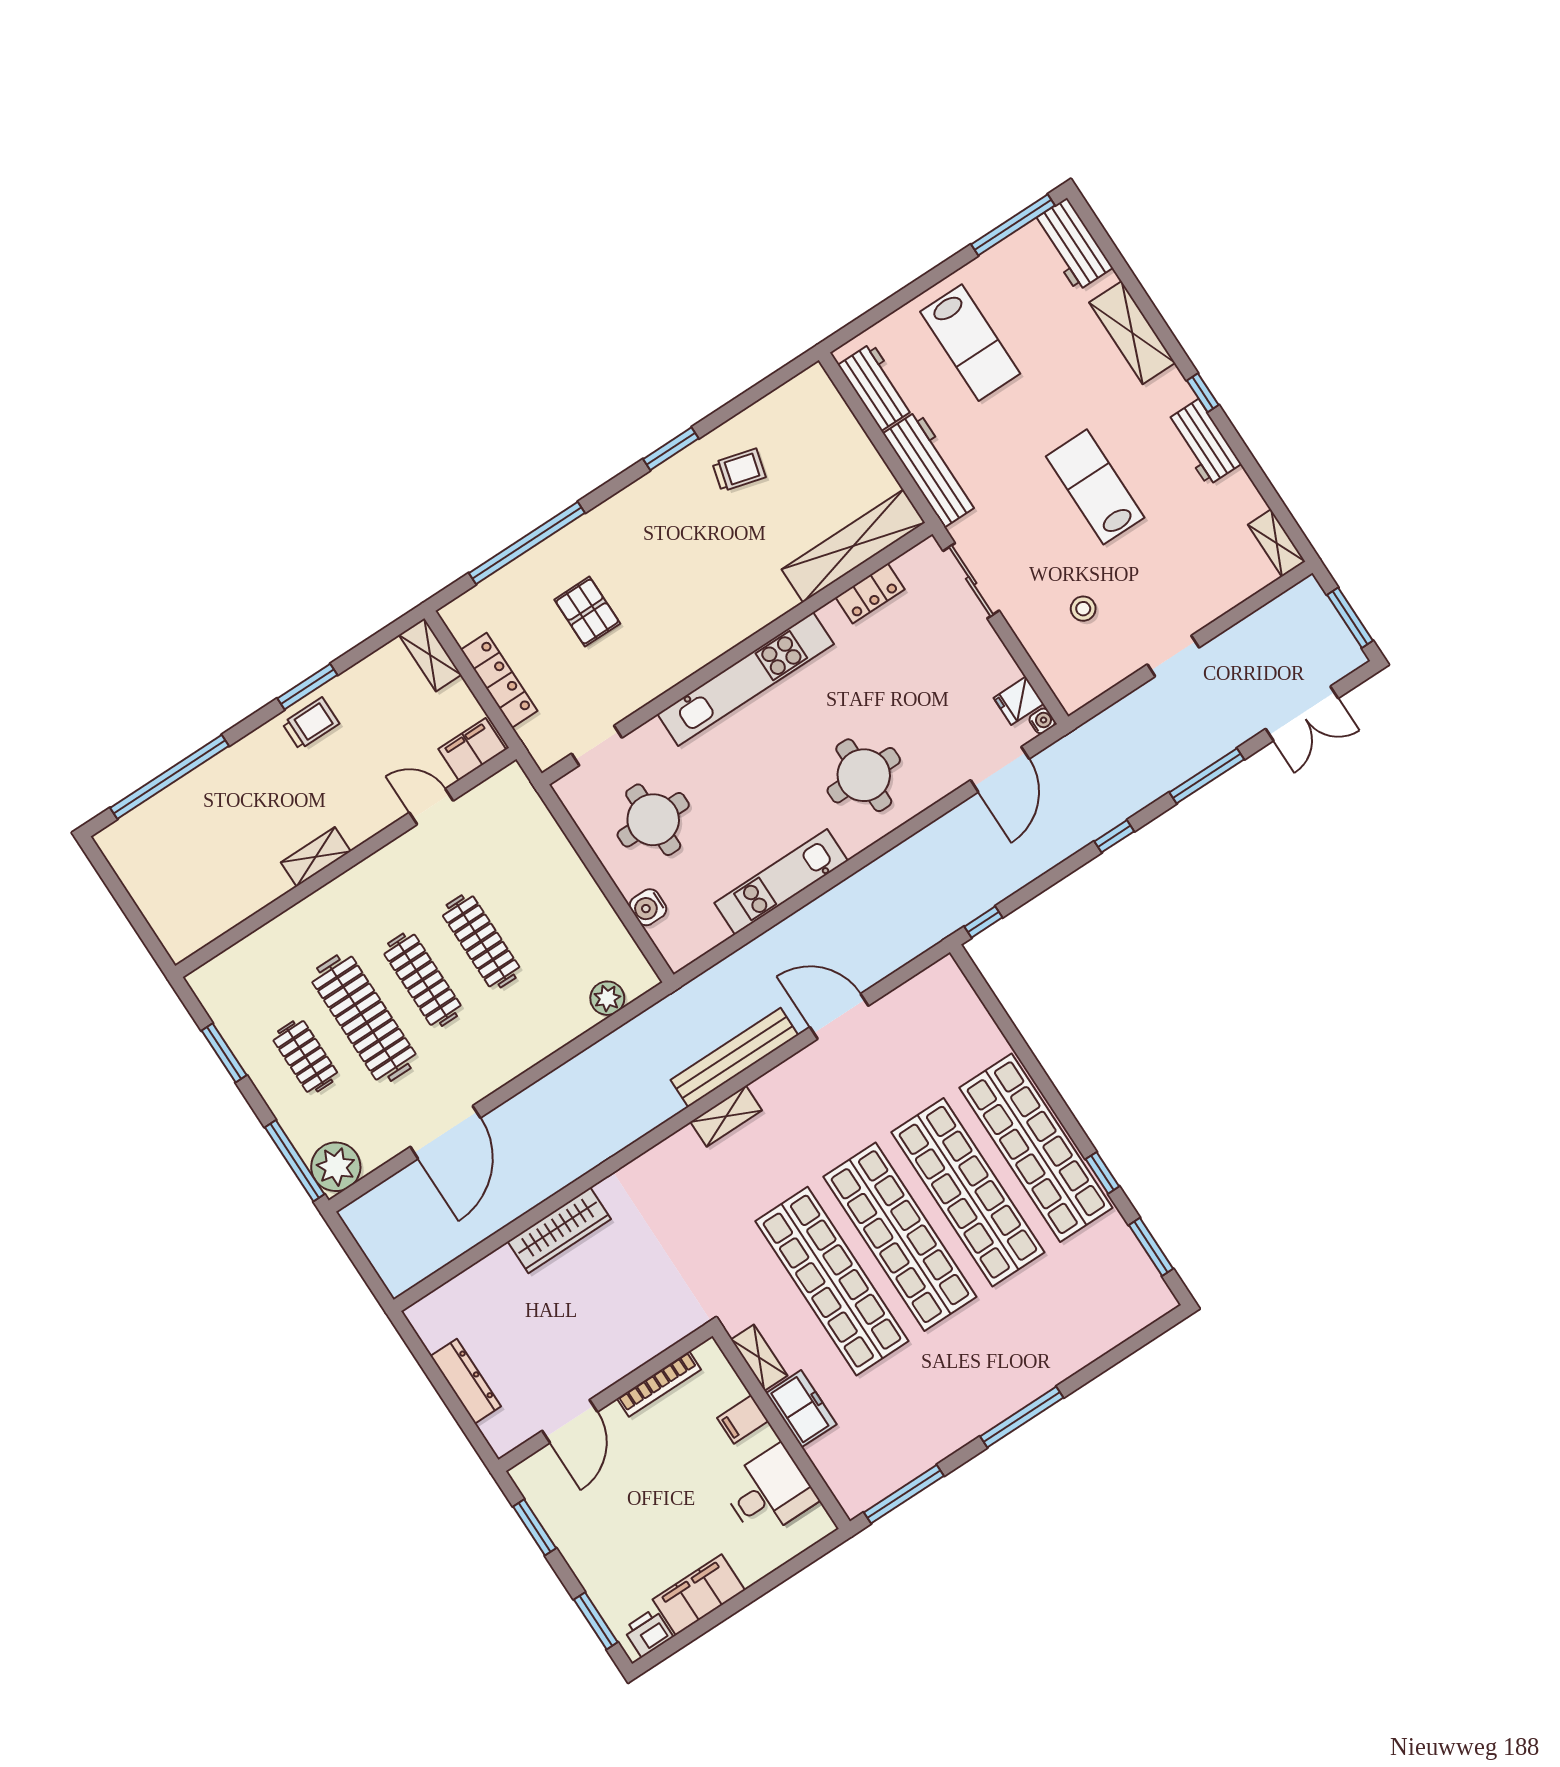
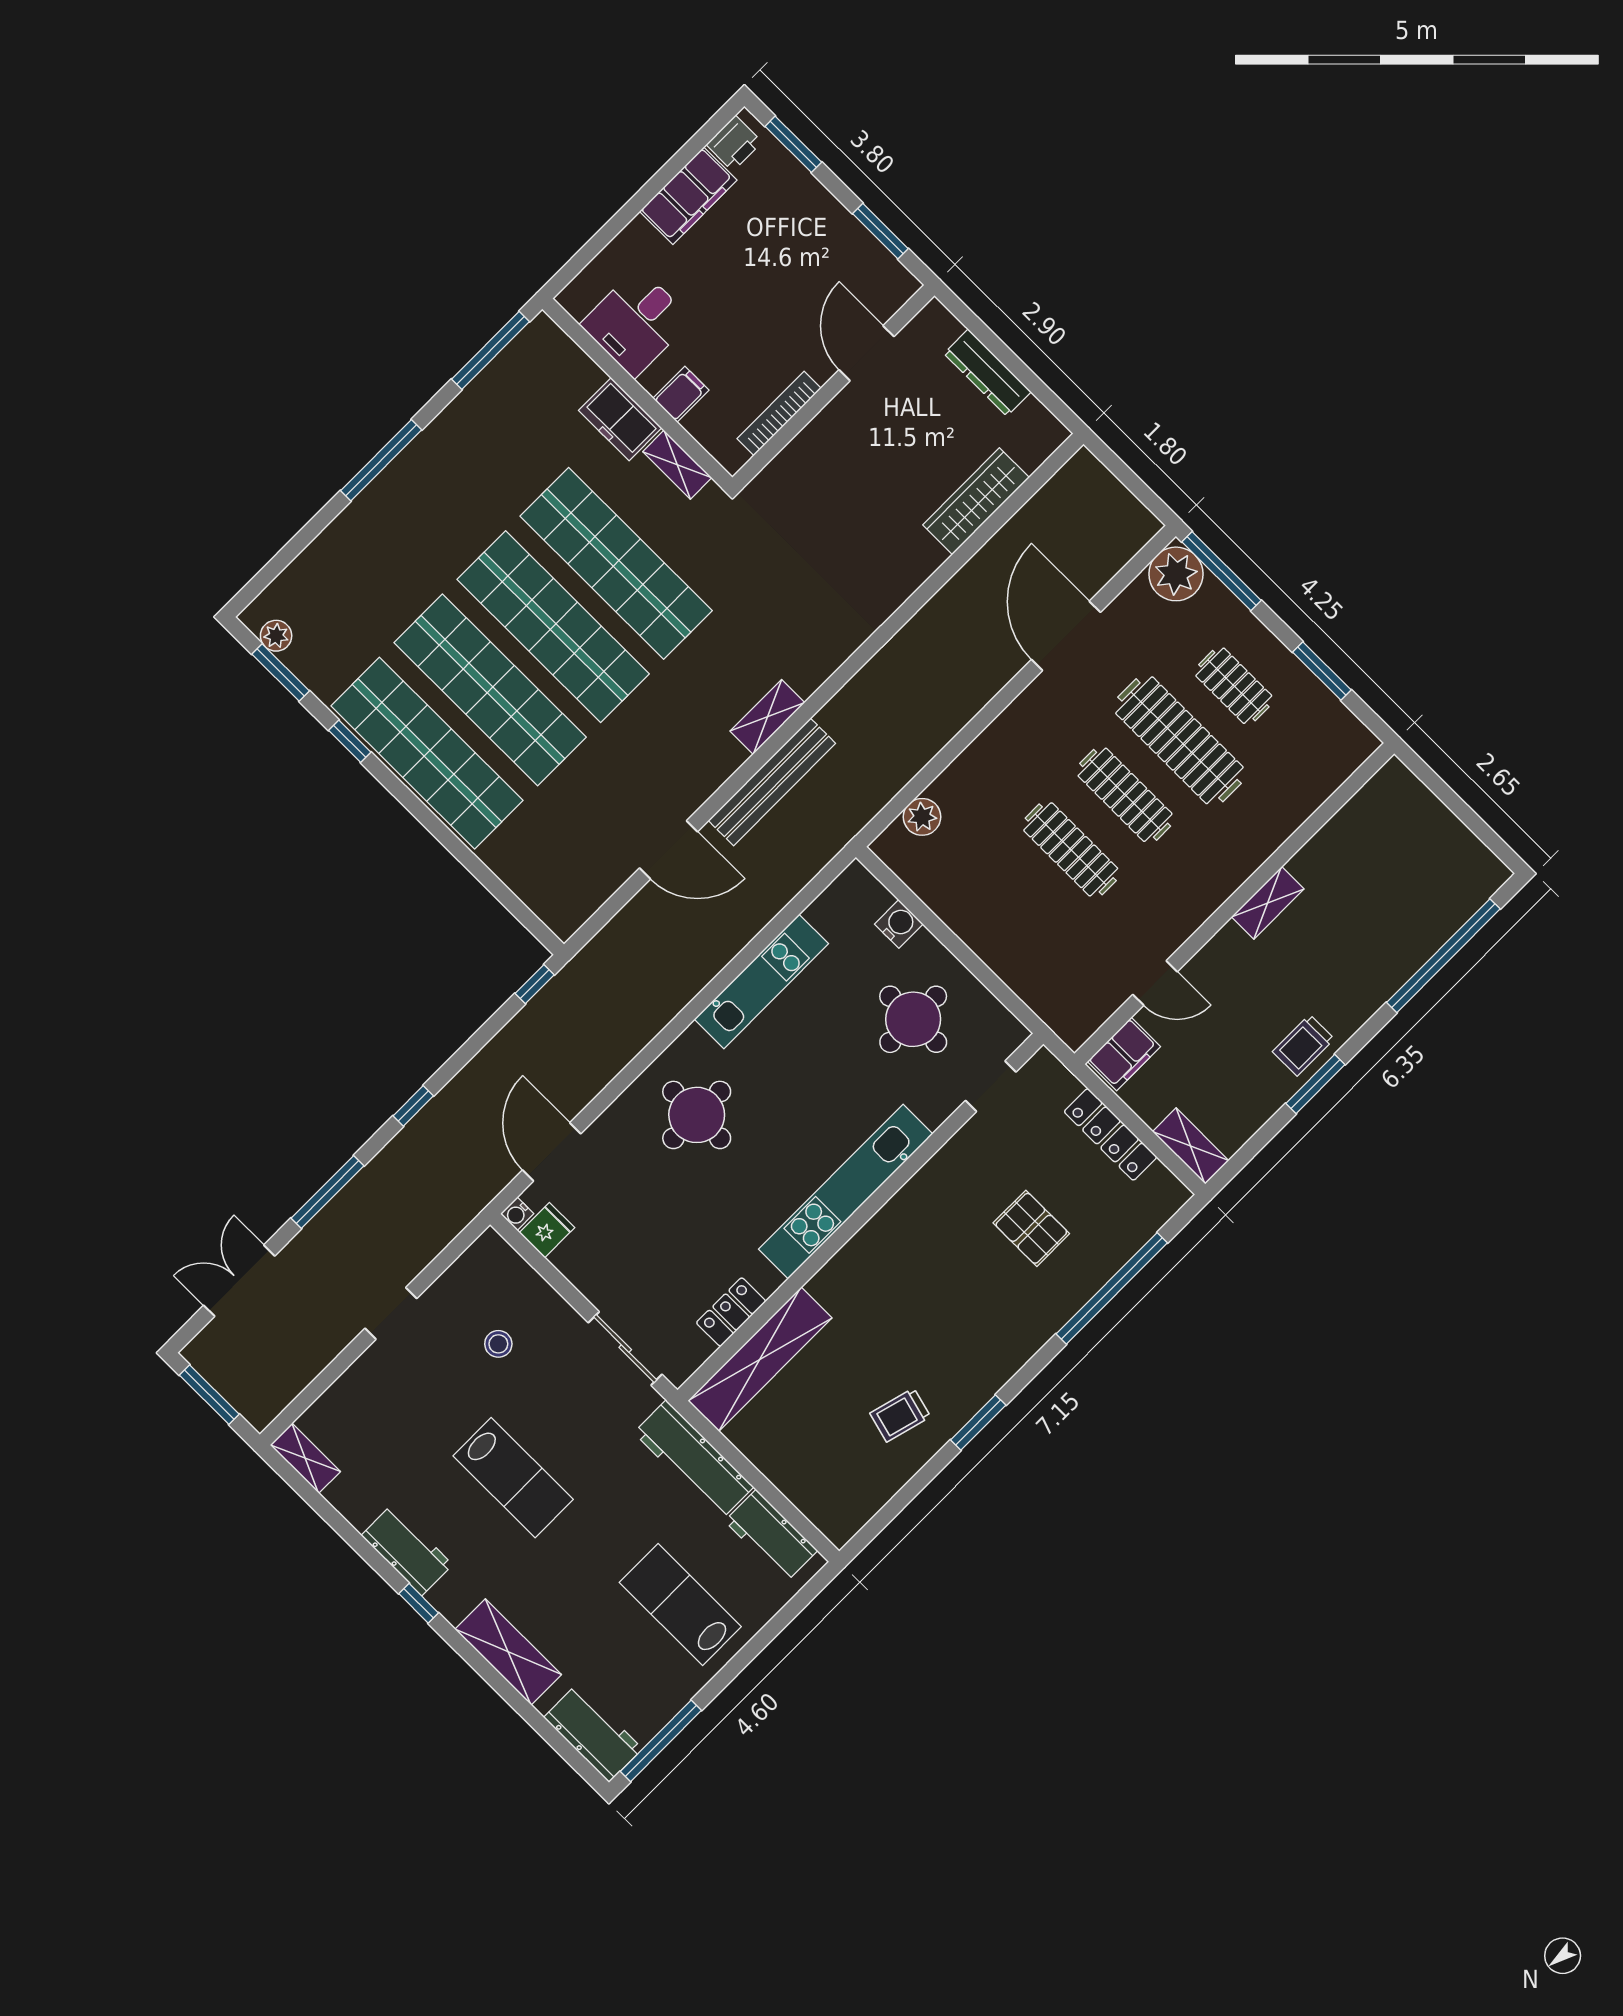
wardrobe: (559, 1230) -> (976, 501), moved
plant: (1148, 1280) -> (276, 636), added

